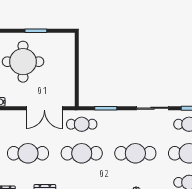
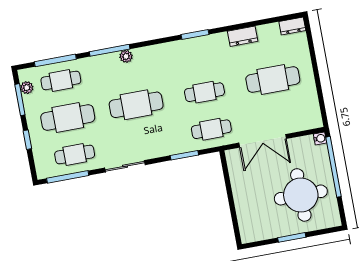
double door: (44, 108) -> (263, 141), swing flipped
cafe table: (82, 153) -> (204, 92), width x0.73, depth x0.74

